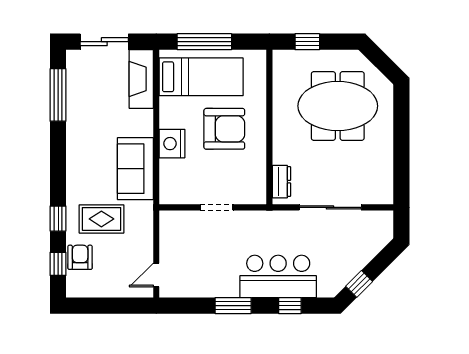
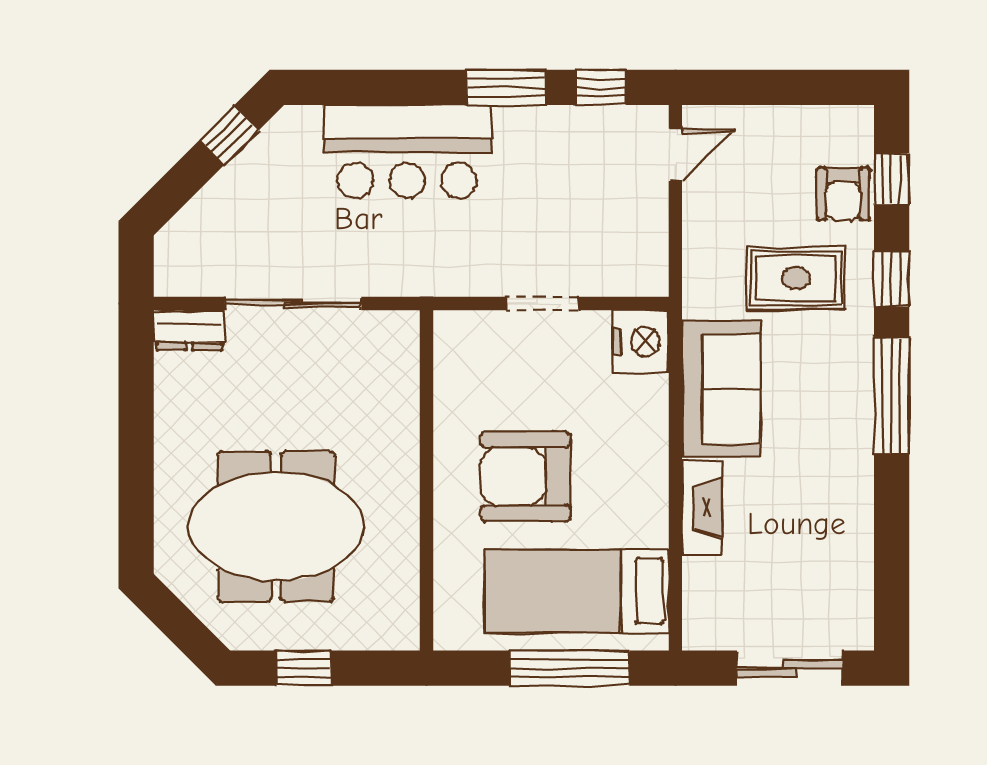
window: (307, 42) -> (304, 668), moved
fireplace: (141, 79) -> (702, 508), moved, width x0.73, depth x0.76
window: (58, 95) -> (892, 396), moved
nightstand: (172, 144) -> (641, 341), moved
dresser: (281, 182) -> (189, 330), moved, turned -90
window: (290, 306) -> (600, 87), moved

